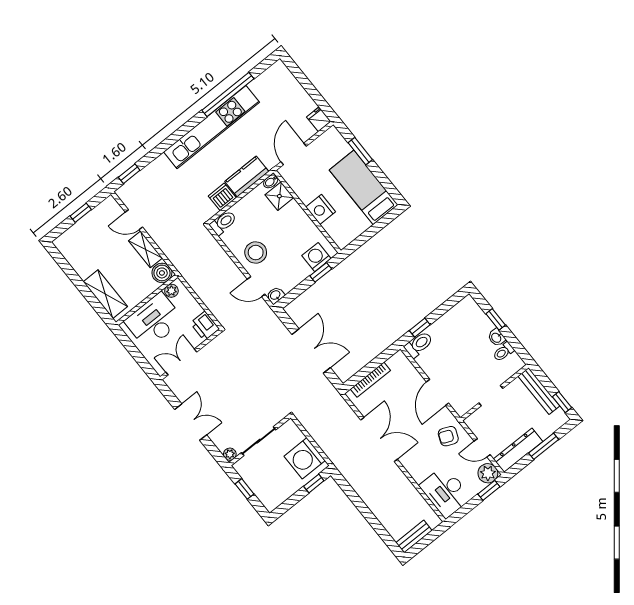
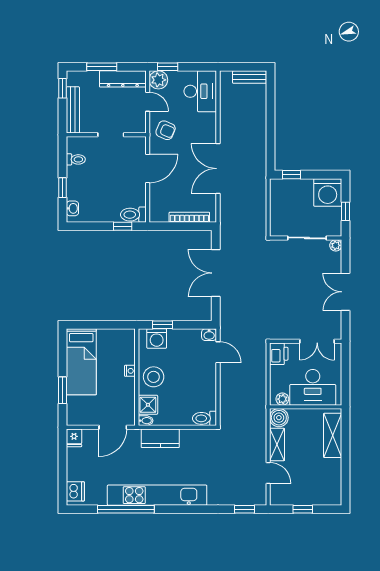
dishwasher: (222, 197) -> (75, 491), moved, turned -90
nightstand: (321, 209) -> (130, 371), width x0.53, depth x0.56
stool: (256, 252) -> (154, 377), moved
washbasin: (496, 338) -> (72, 208), moved
washing machine: (305, 458) -> (328, 192), moved, turned 90

